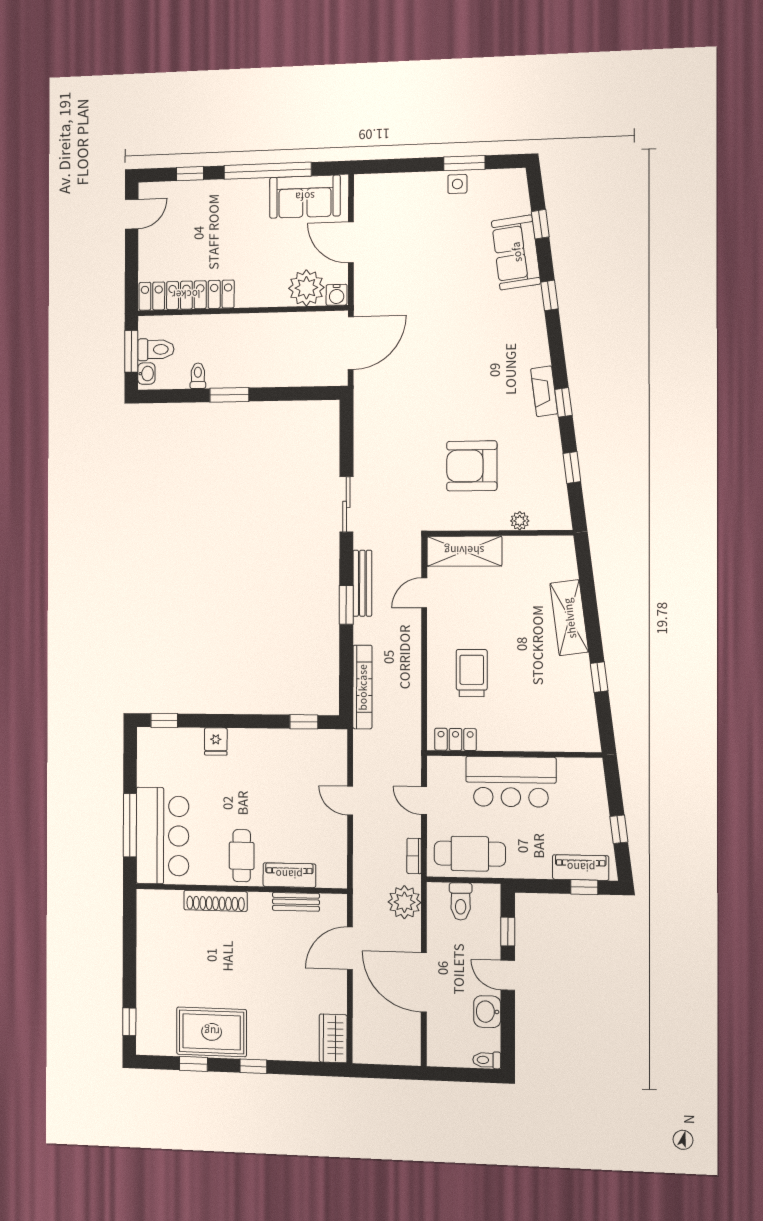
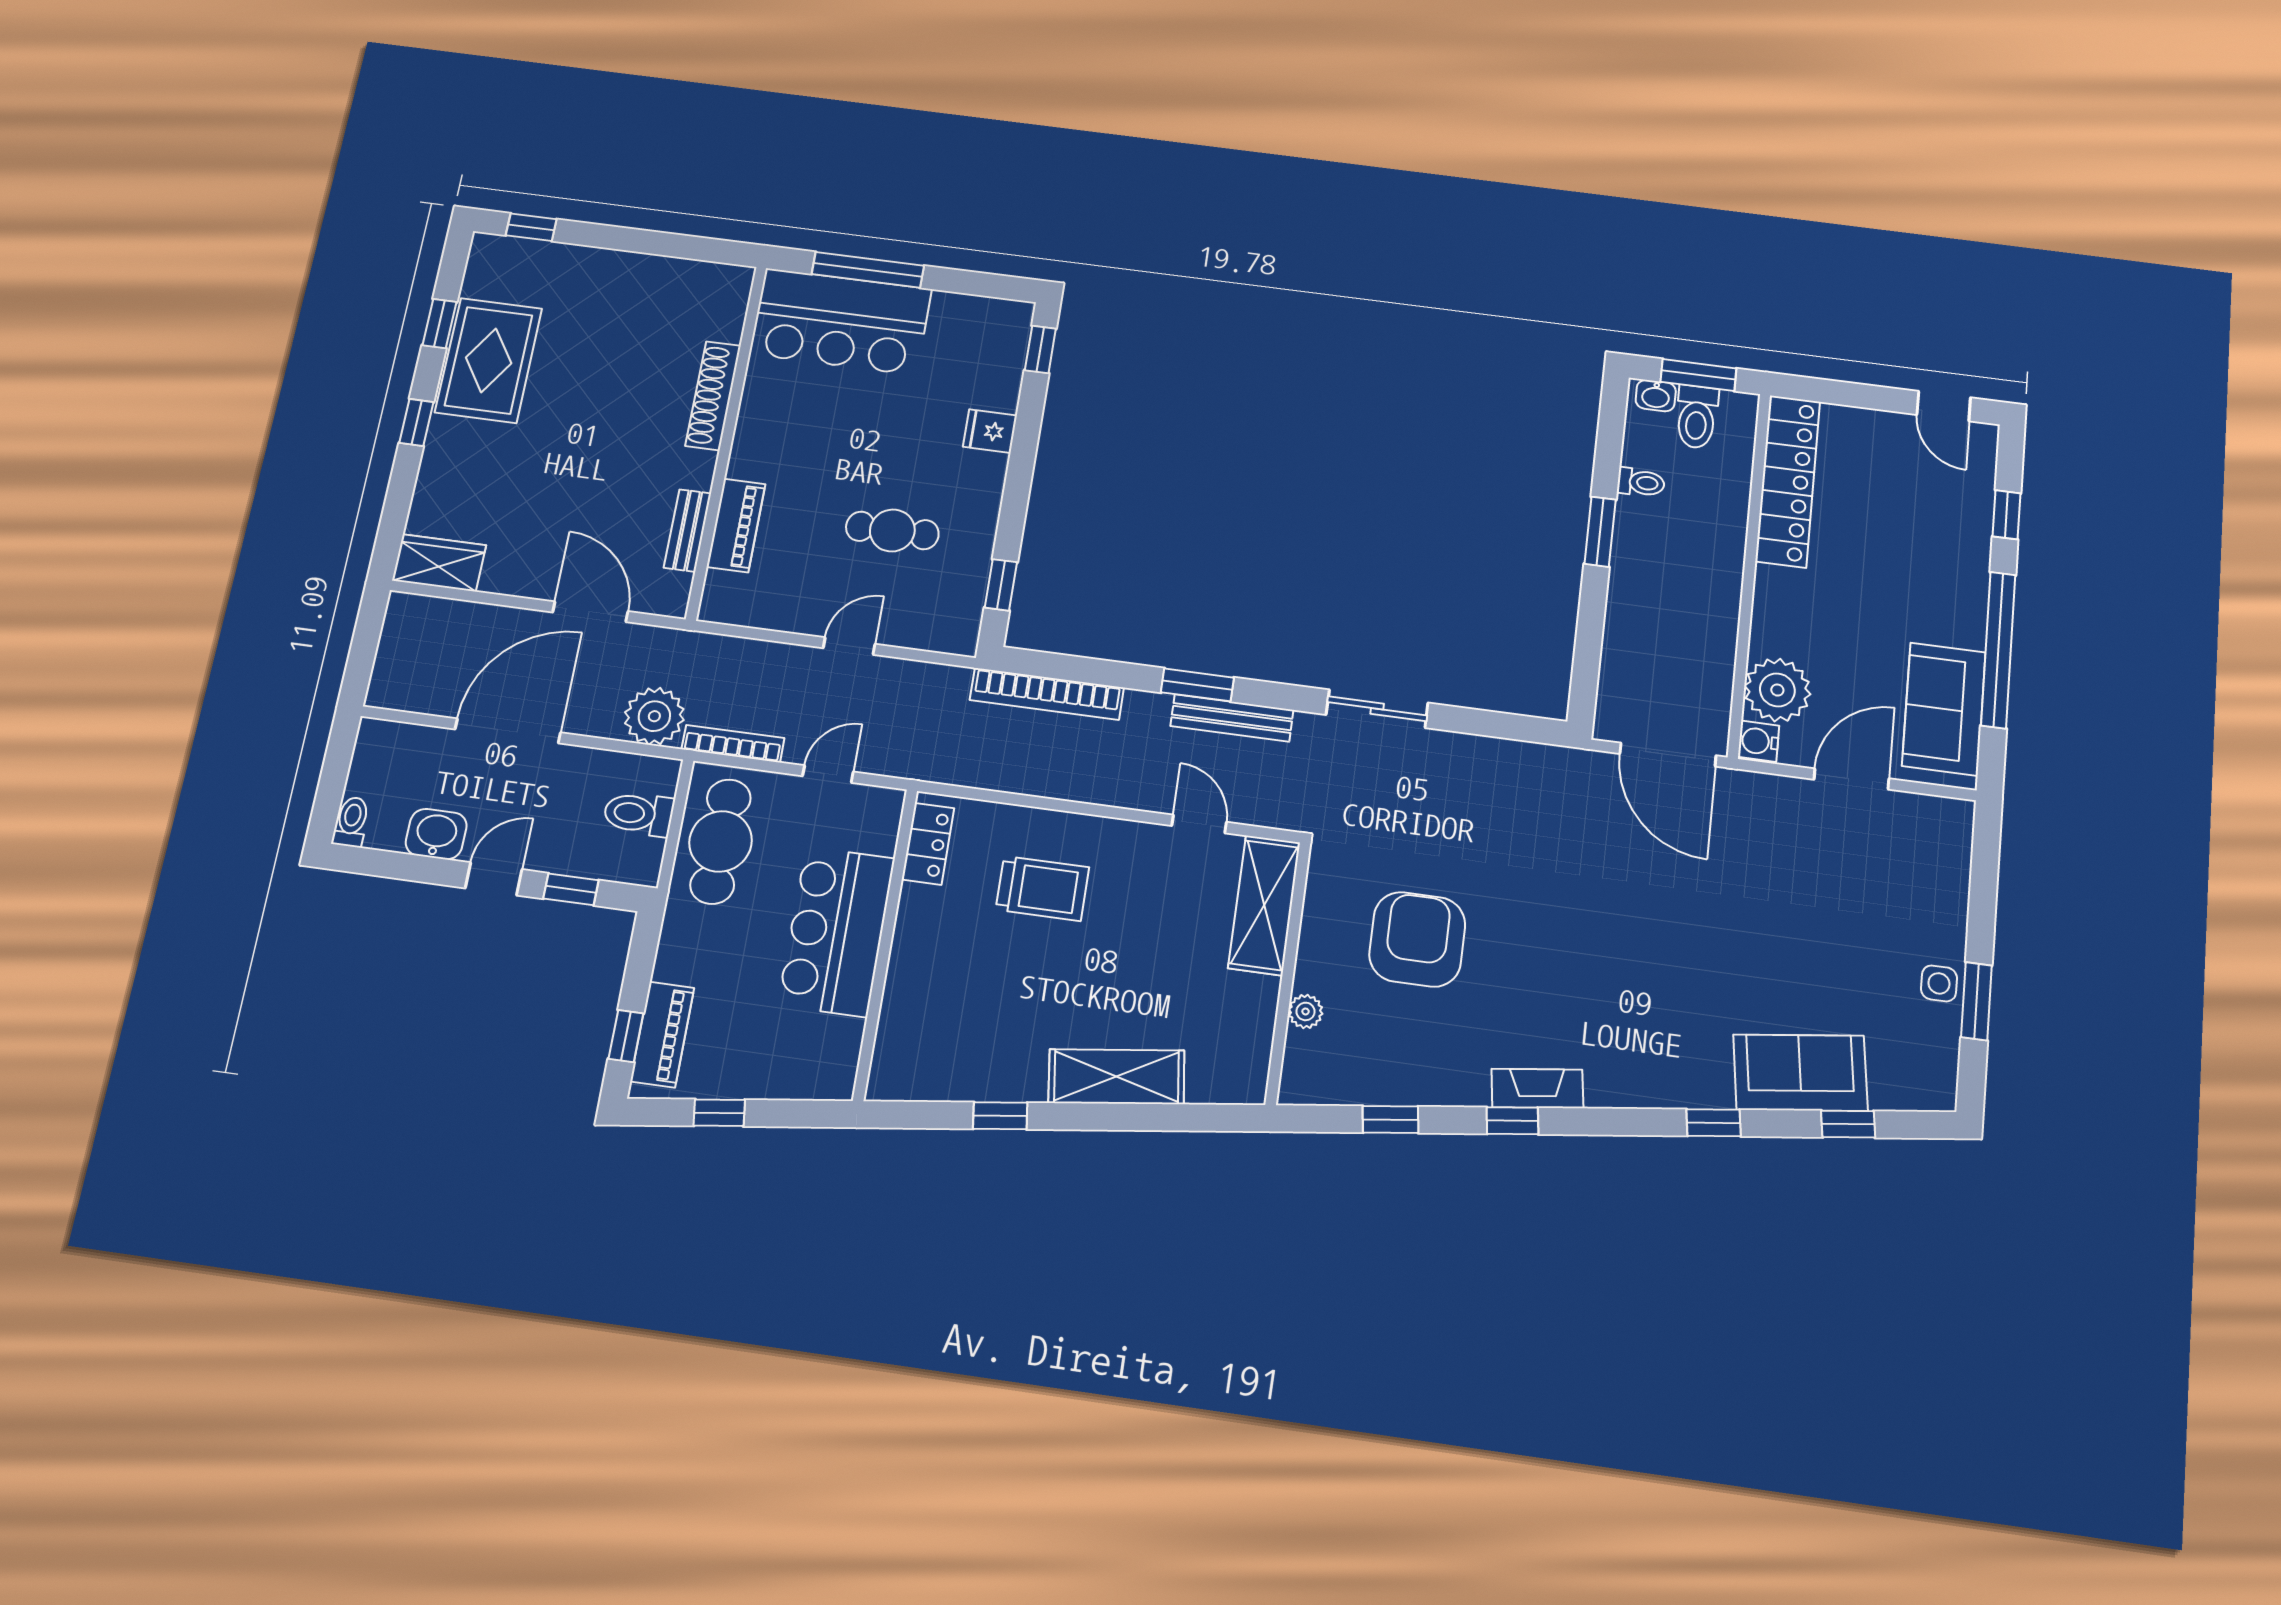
cafe table: (242, 856) -> (892, 531), moved
bookcase: (414, 856) -> (733, 744), width x1.56

